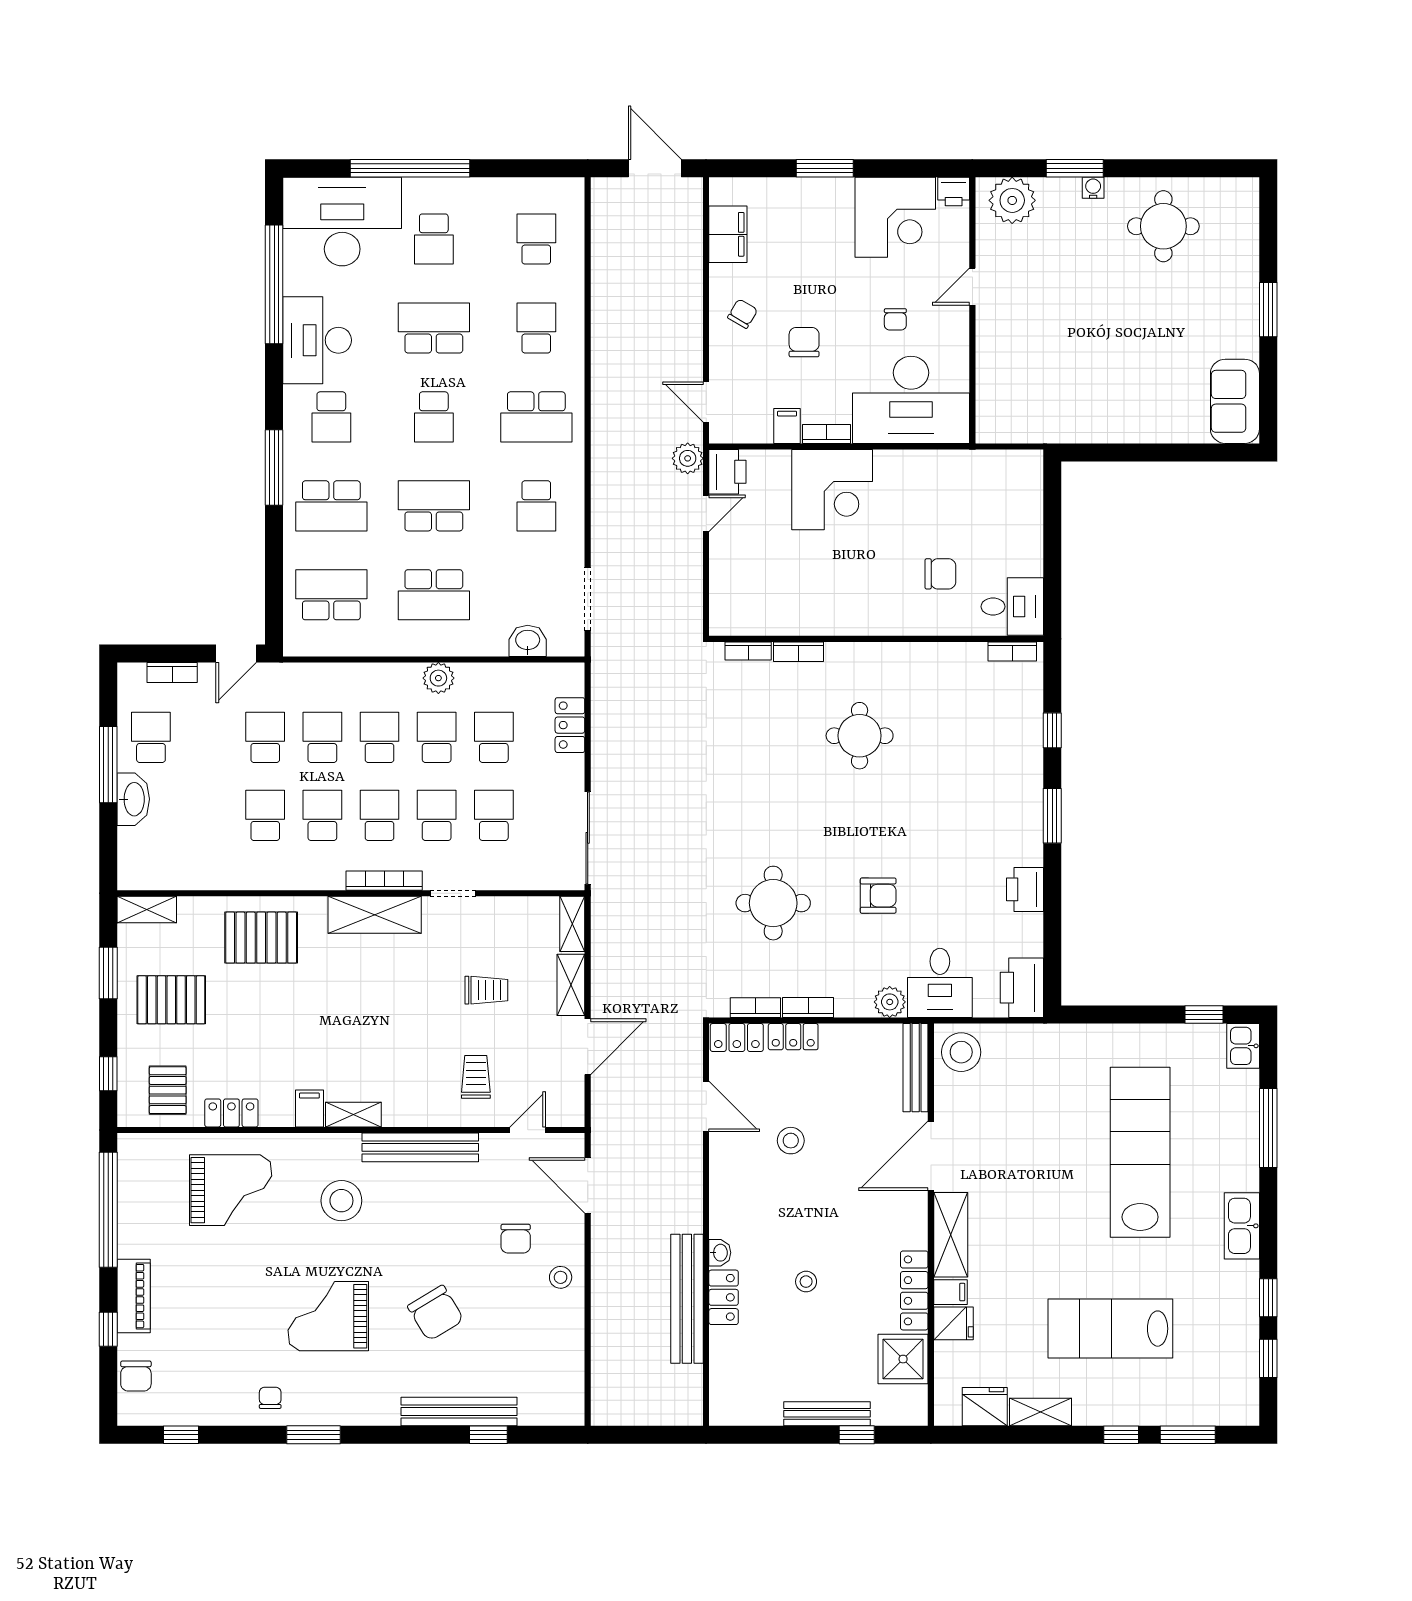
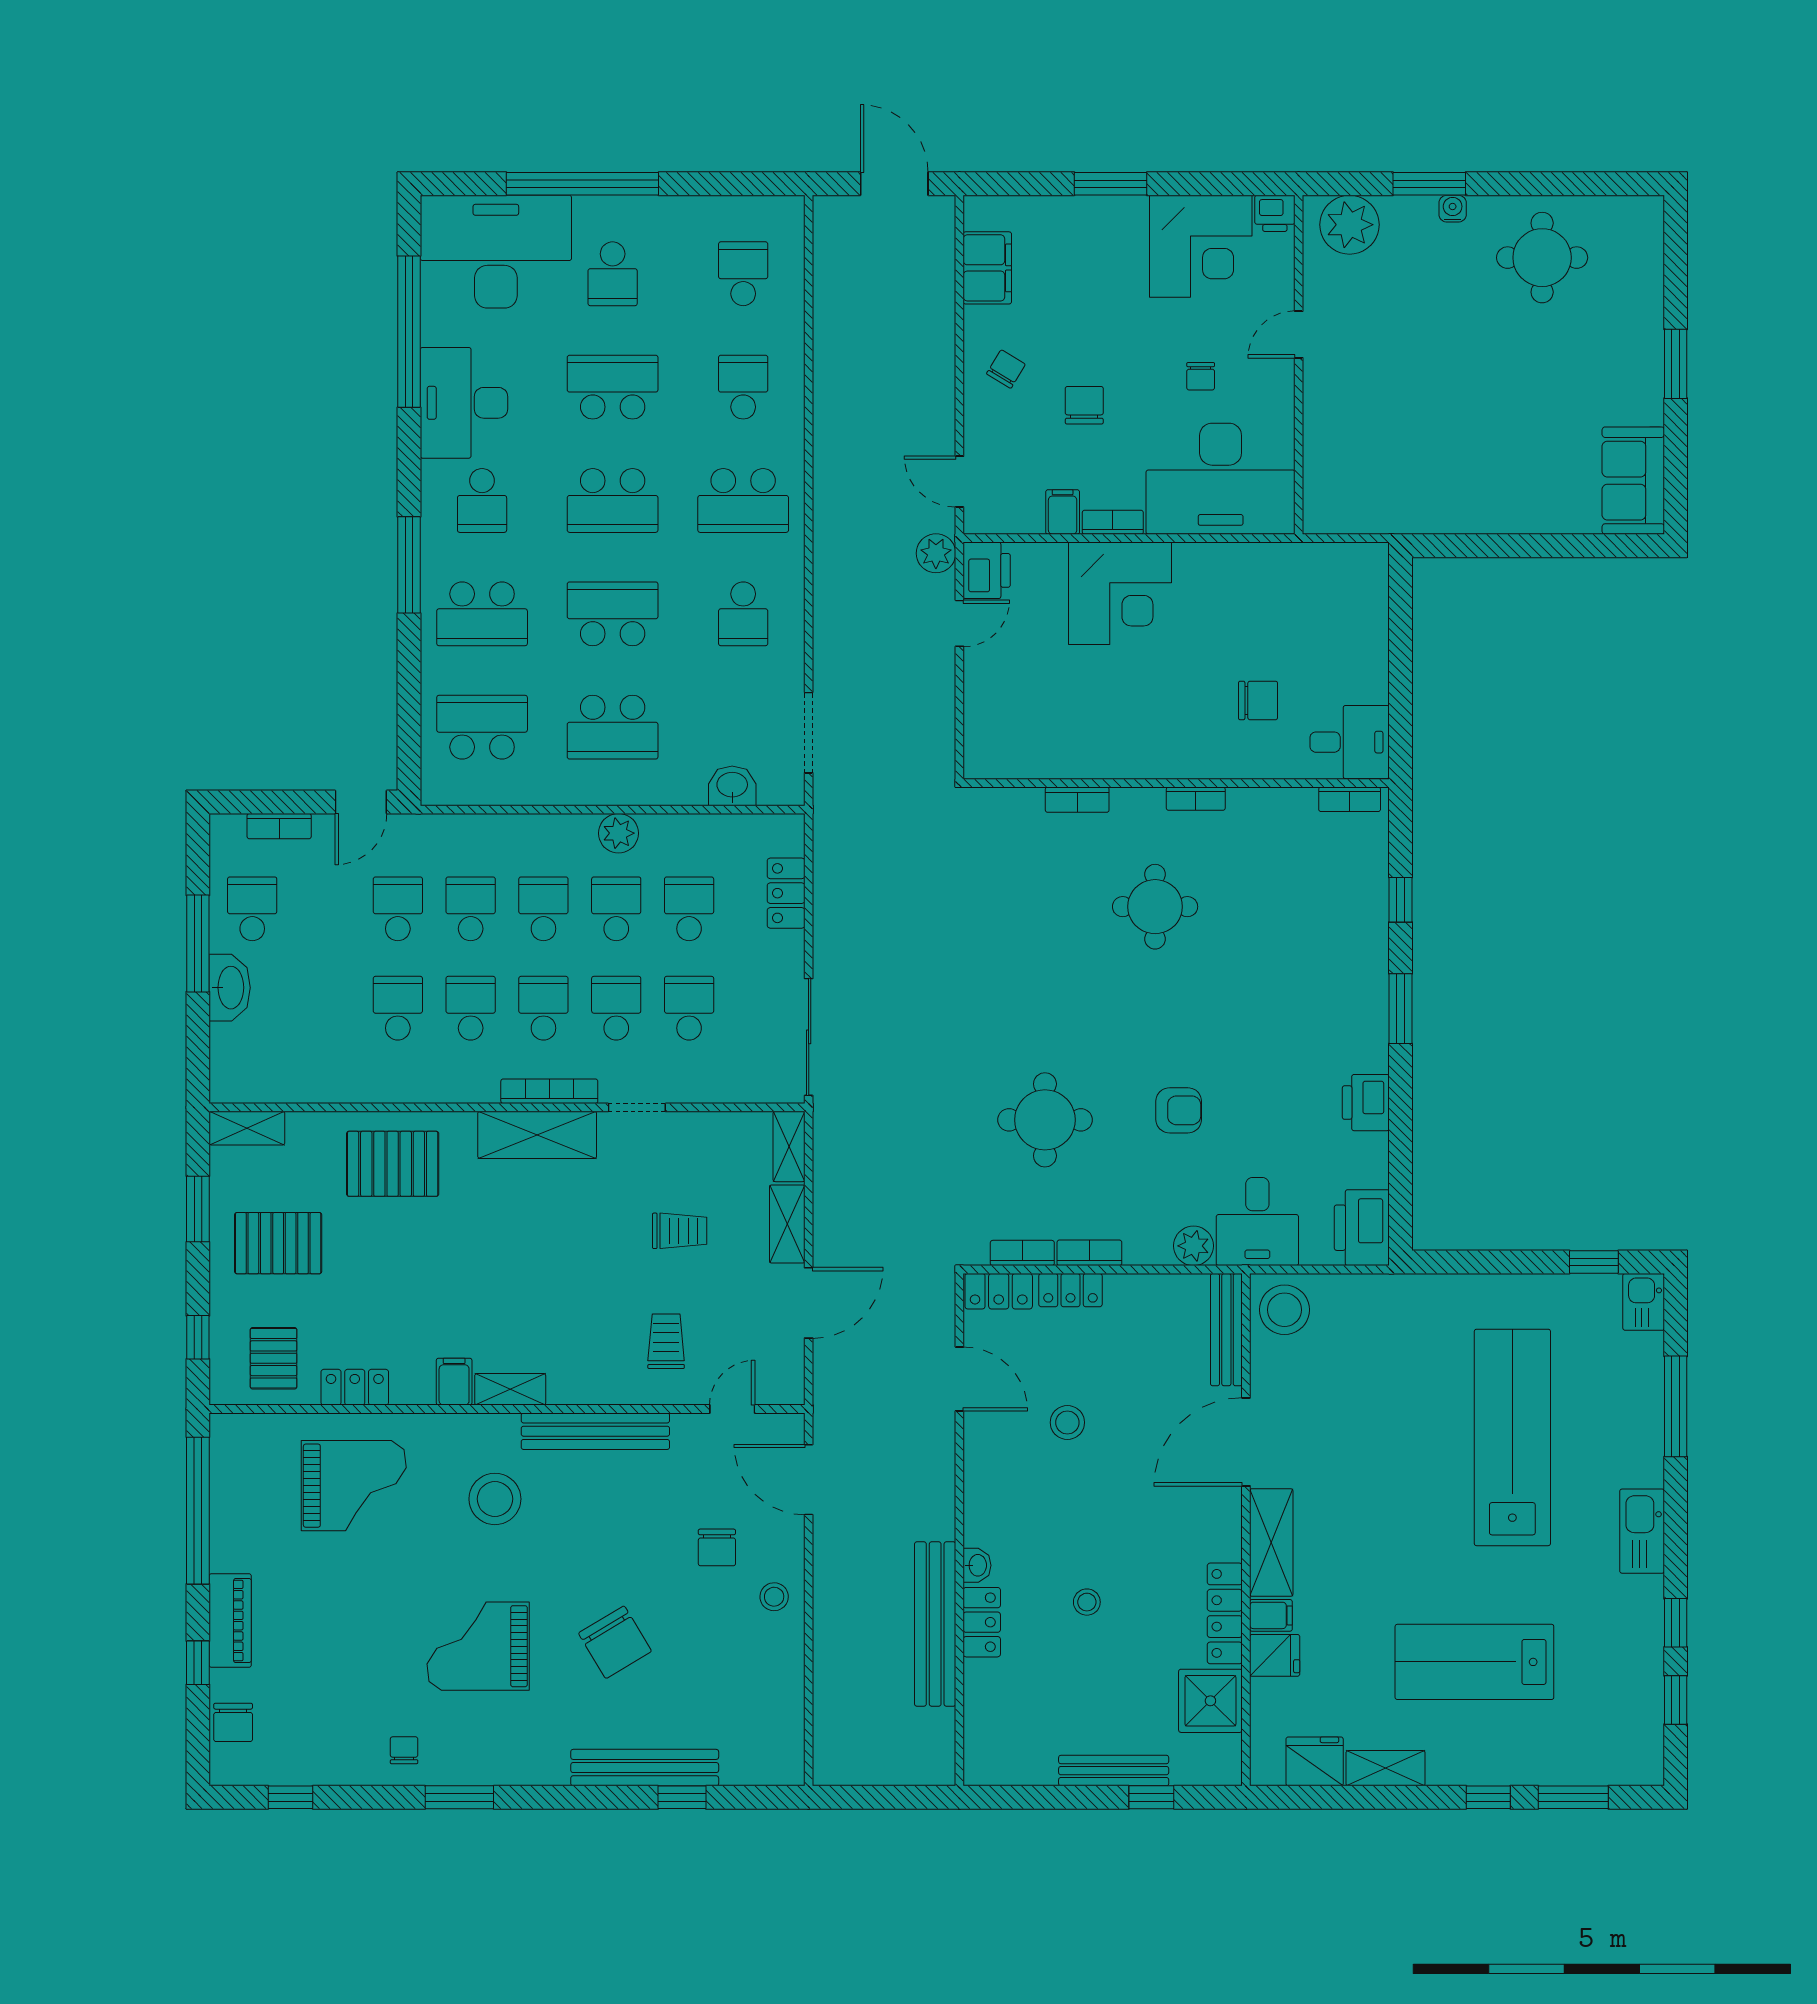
school desk: (434, 417) -> (613, 500), width x1.85
bookcase: (748, 651) -> (1196, 799), moved

